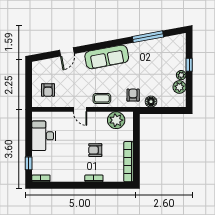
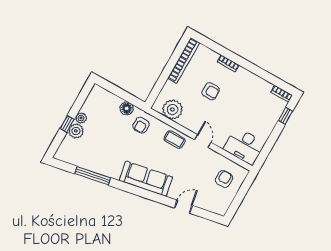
plant: (179, 87) -> (76, 131), moved
desk: (44, 136) -> (244, 146), moved, turned 90

